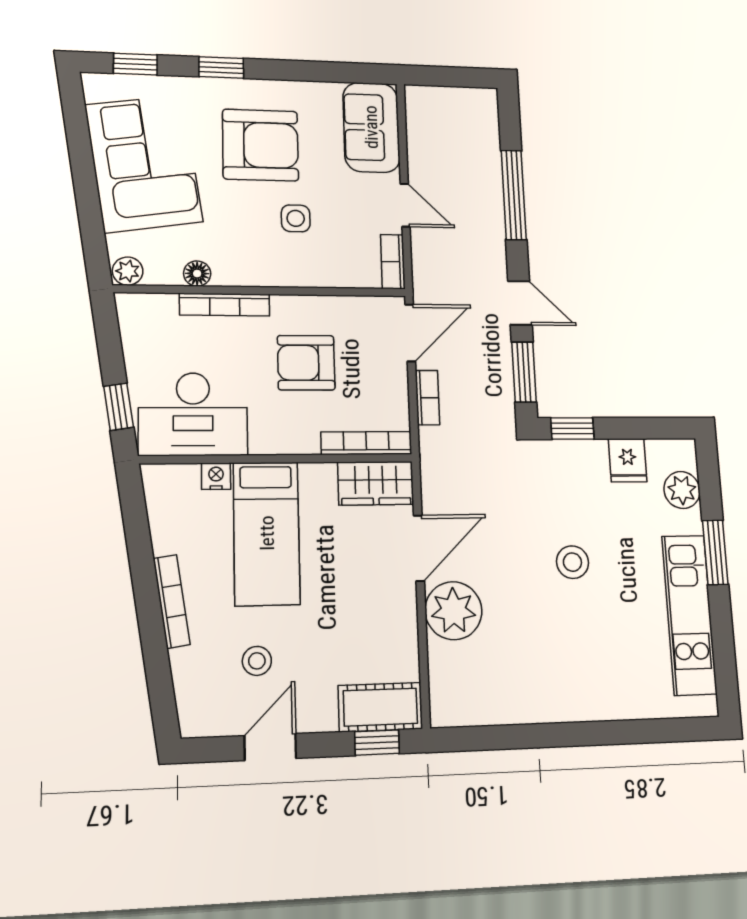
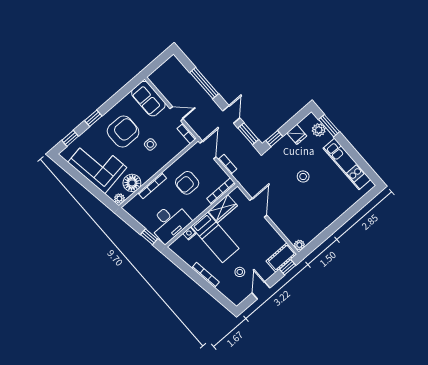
floor lamp: (197, 274) -> (132, 183), width x1.89, depth x1.89
door: (520, 303) -> (231, 114), hinge flipped
wardrobe: (376, 483) -> (223, 208), moved
window: (715, 552) -> (329, 126), moved
plant: (454, 611) -> (299, 245), moved, width x0.53, depth x0.53

